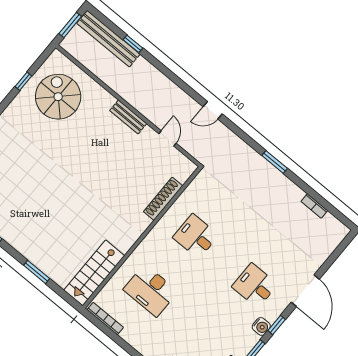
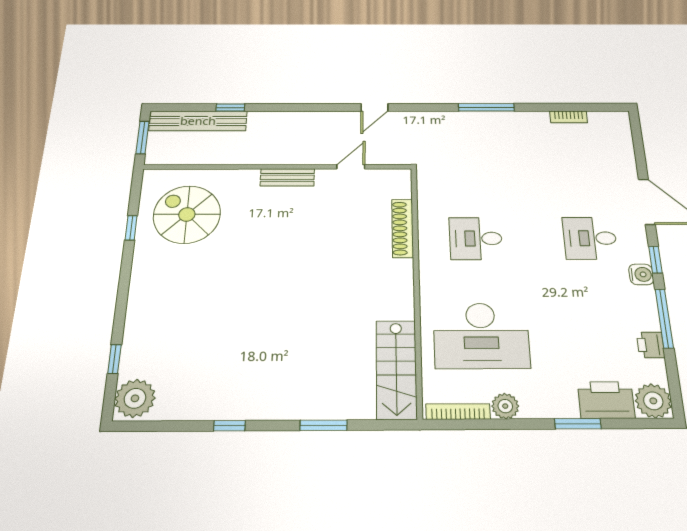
door: (167, 138) -> (351, 167), hinge flipped
window: (275, 162) -> (486, 107), width x1.44
desk: (151, 290) -> (481, 336), width x1.36, depth x1.30
plant: (130, 335) -> (505, 406), added

